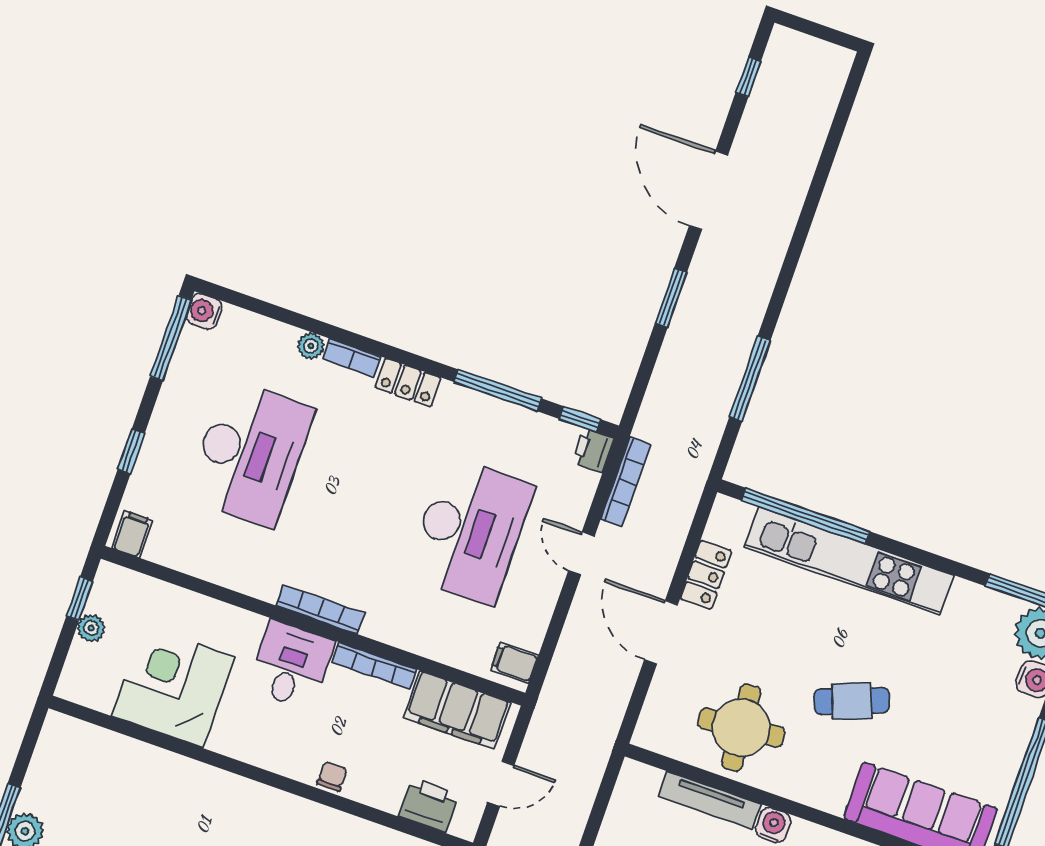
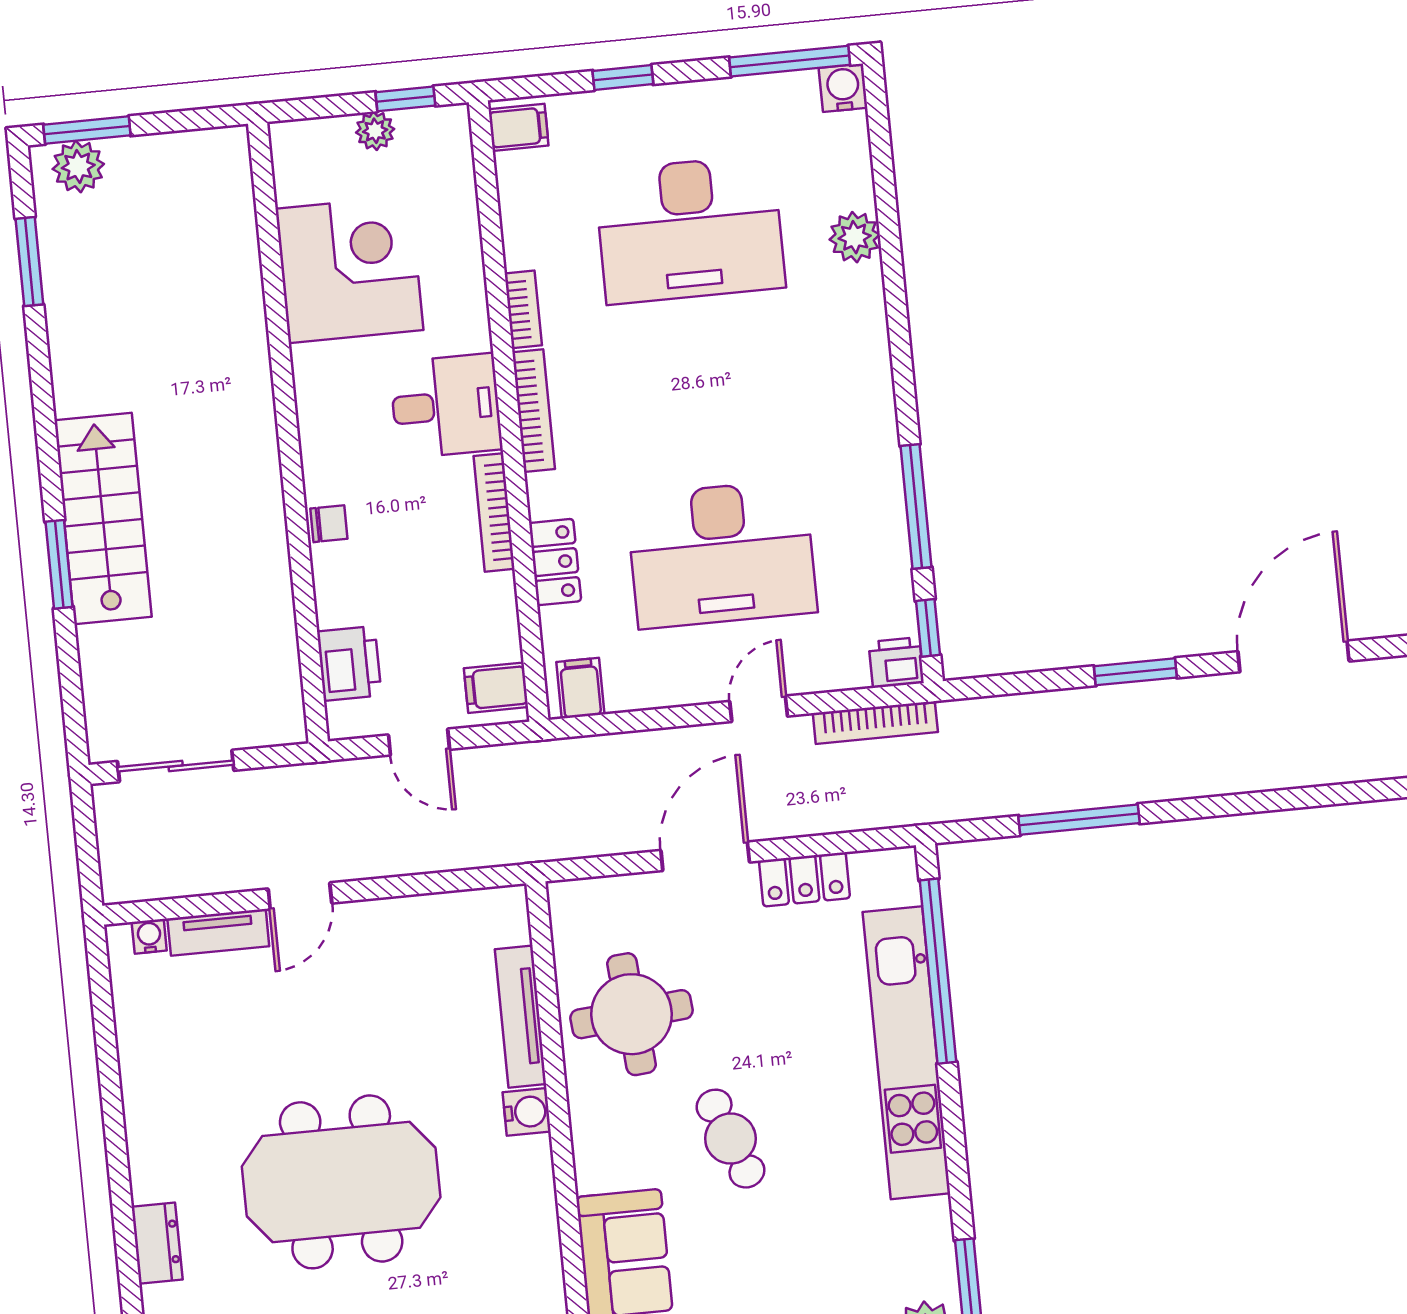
plant: (311, 346) -> (855, 237), width x1.38, depth x1.38
bookcase: (352, 358) -> (523, 309), moved, turned 180
locker: (408, 383) -> (555, 562), moved, turned 180
filing cabinet: (457, 710) -> (496, 688), width x0.33, depth x0.86

